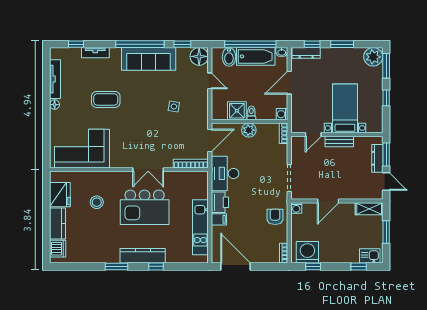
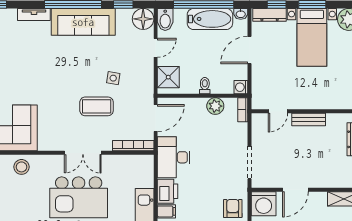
tv unit: (95, 53) -> (34, 14), moved
bidet: (229, 57) -> (165, 20), moved
door: (210, 81) -> (156, 48), hinge flipped
coffee table: (106, 99) -> (97, 106), moved
bed with nightstands: (345, 108) -> (312, 37), moved, turned 180
shower: (237, 111) -> (168, 77), moved
plant: (249, 130) -> (215, 106), moved
stool: (97, 202) -> (21, 167), moved
washing machine: (296, 208) -> (264, 204), width x1.89, depth x1.89

